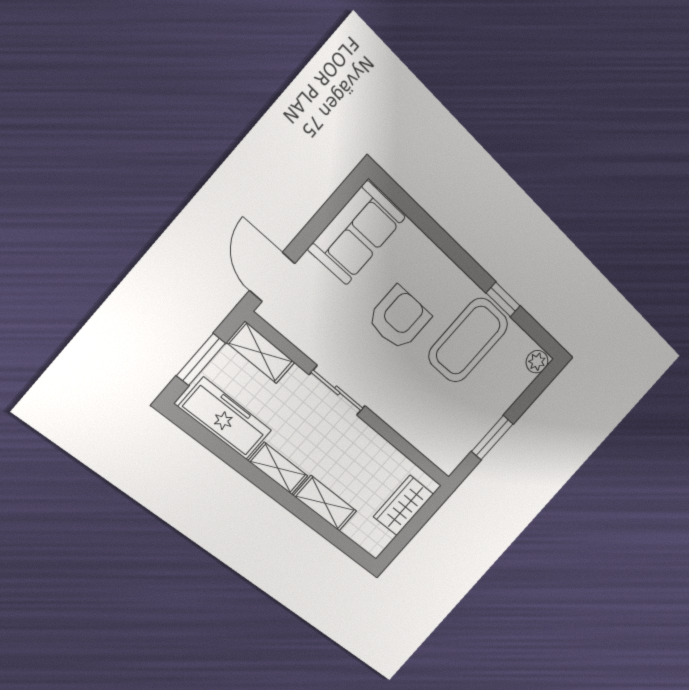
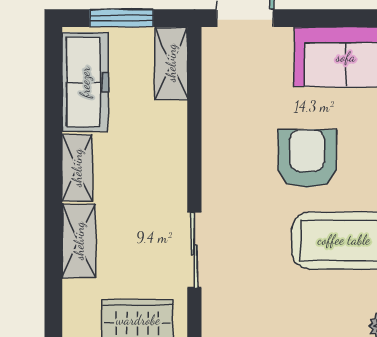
armchair: (399, 318) -> (307, 159), turned -90
sliding door: (337, 390) -> (194, 250), moved

